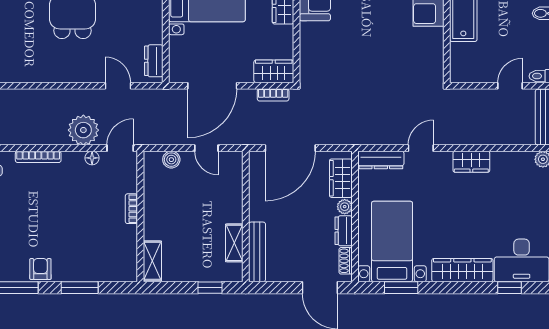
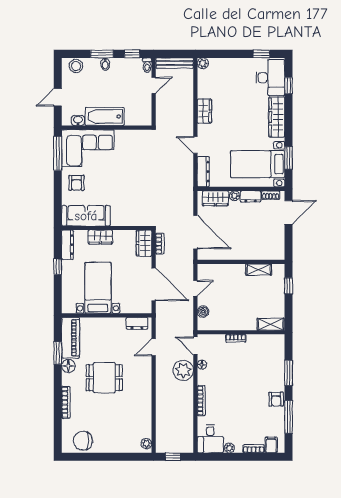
door: (510, 86) -> (154, 85), swing flipped
bench: (257, 252) -> (265, 254), removed
armchair: (40, 269) -> (276, 399), turned -91

